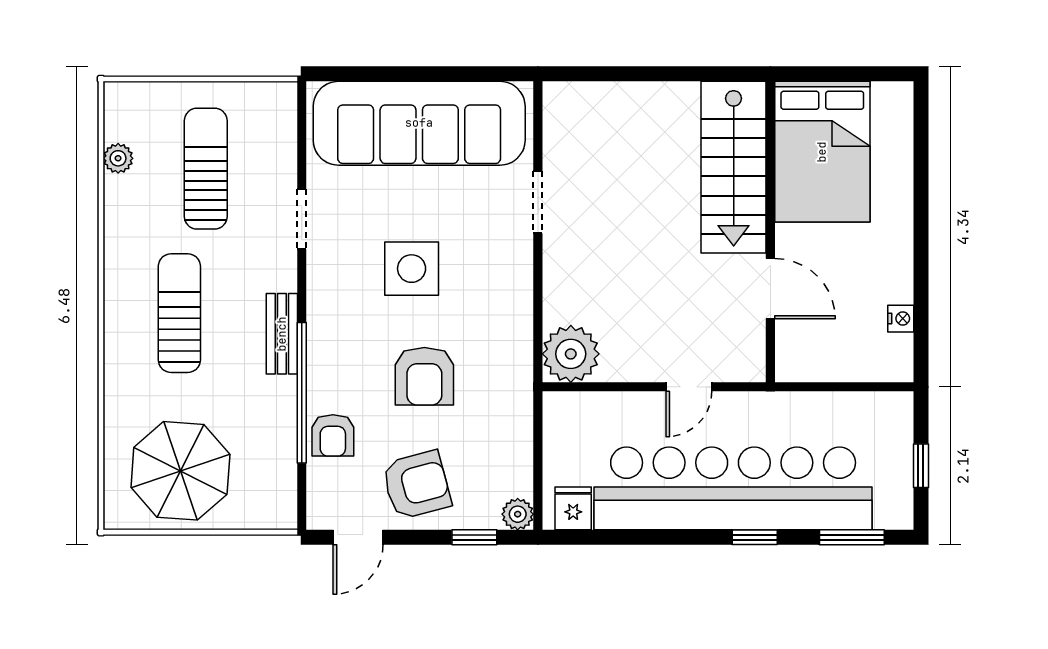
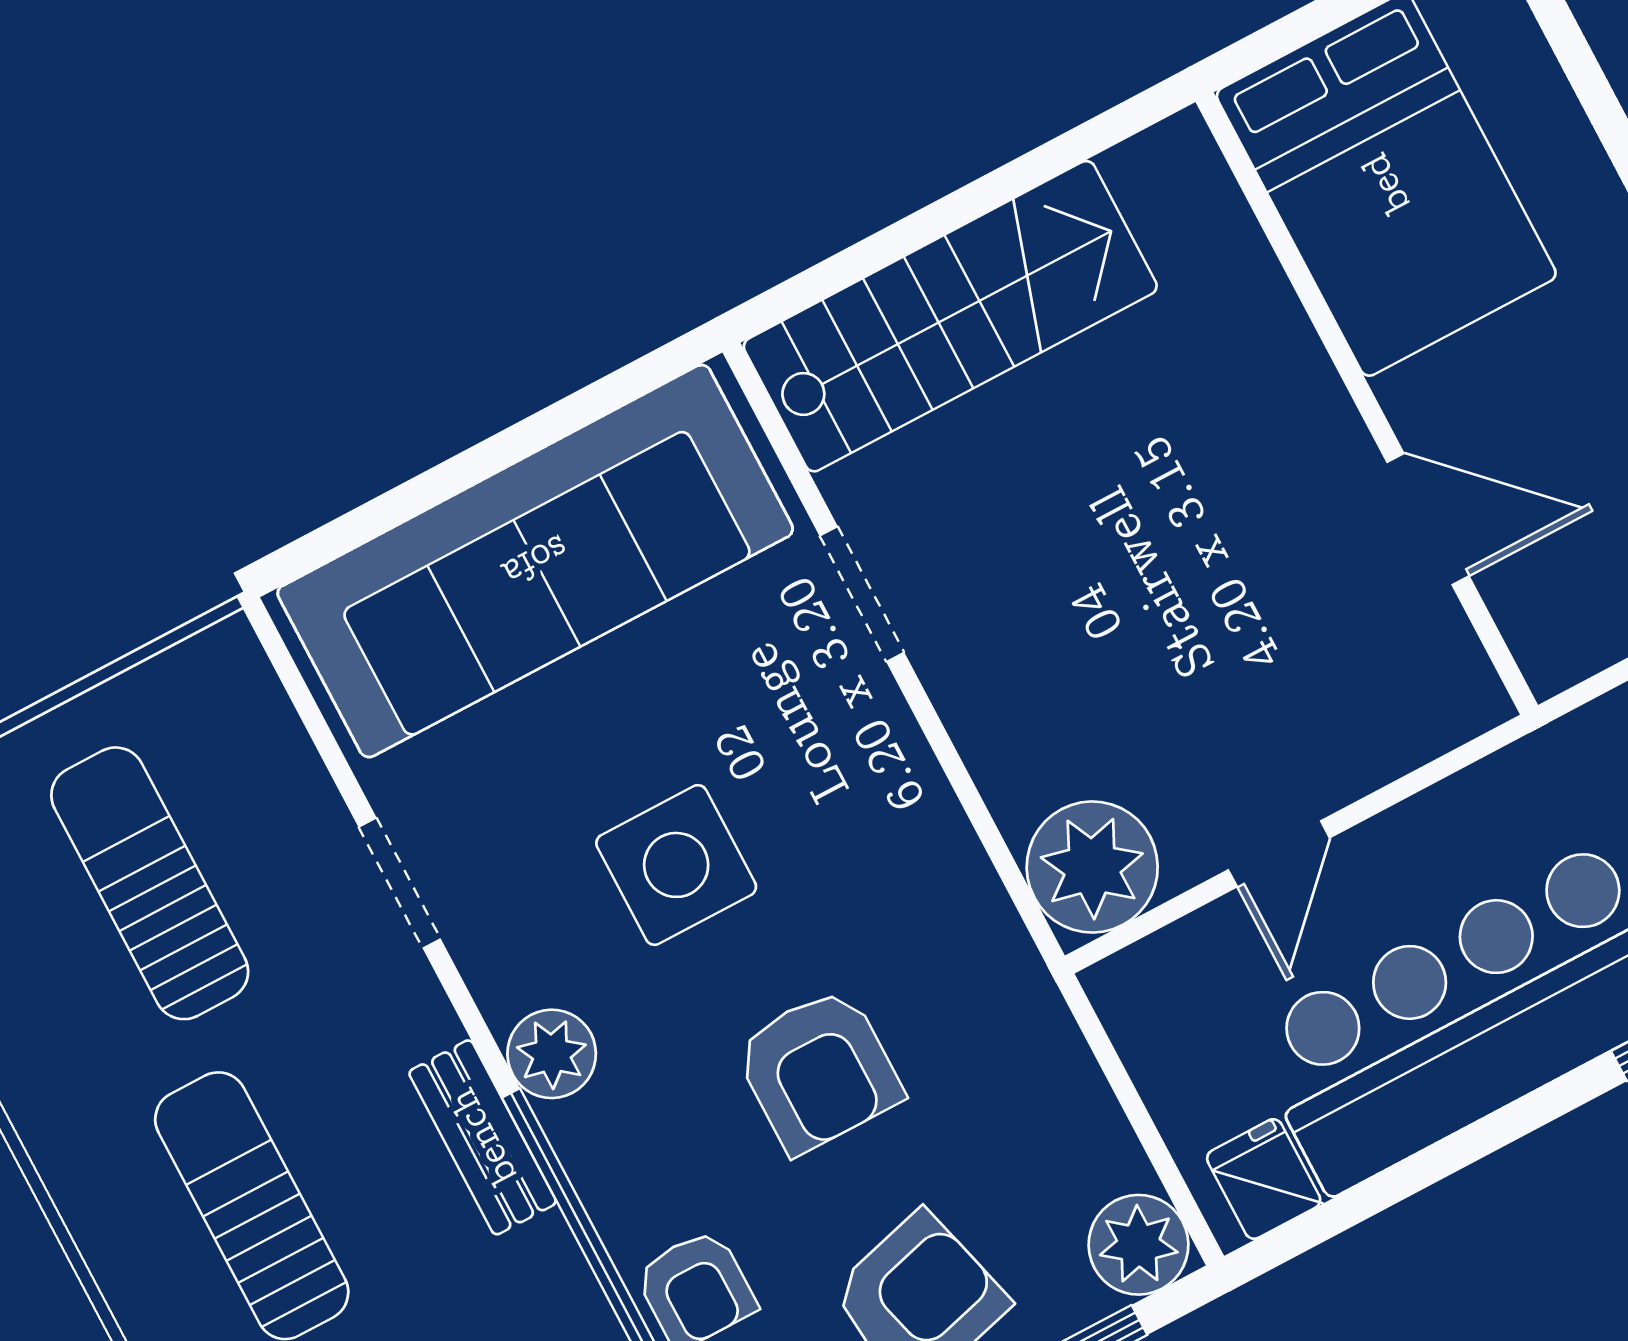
stairs: (734, 167) -> (950, 316), moved, turned -90
plant: (325, 316) -> (552, 1054), added
door: (689, 387) -> (1279, 854), moved
plant: (518, 514) -> (1138, 1245), width x1.38, depth x1.38

